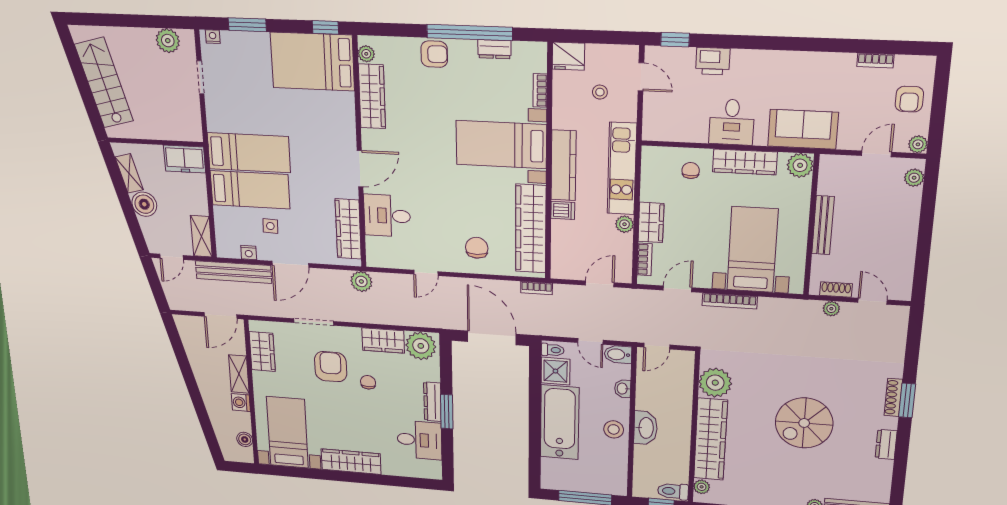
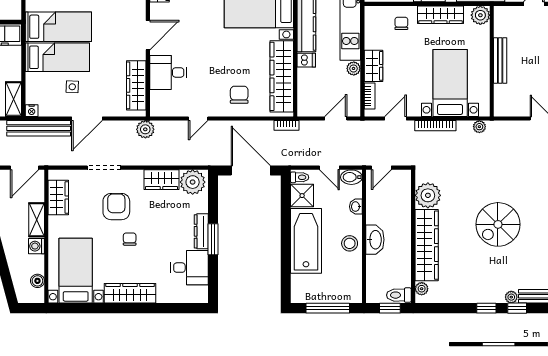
nightstand: (249, 253) -> (32, 111), moved
shoe rack: (836, 289) -> (513, 111), removed
plant: (831, 309) -> (479, 127), moved
chair: (368, 382) -> (130, 239), moved

